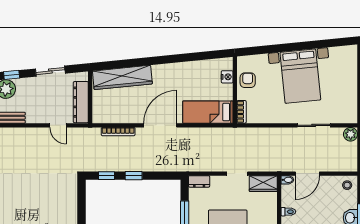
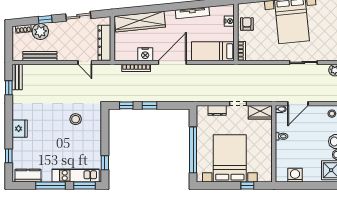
tv unit: (184, 67) -> (192, 13), added
nightstand: (129, 116) -> (145, 54), added
dresser: (199, 181) -> (217, 110), moved
stool: (47, 192) -> (76, 119), added

